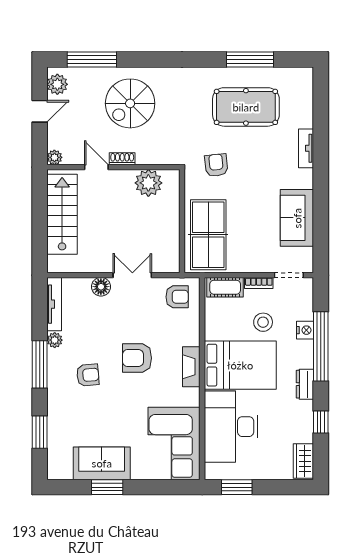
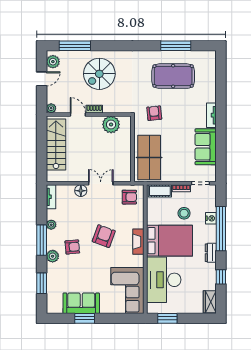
tv unit: (306, 148) -> (211, 115), moved
tv unit: (54, 304) -> (51, 197), width x0.71
armchair: (137, 358) -> (104, 236), turned 110
plant: (57, 390) -> (53, 256), added

